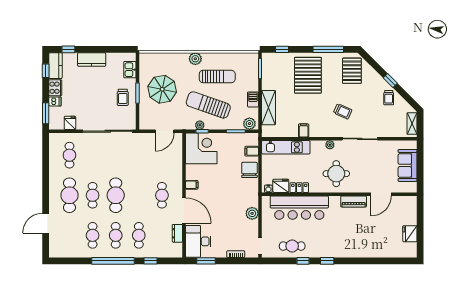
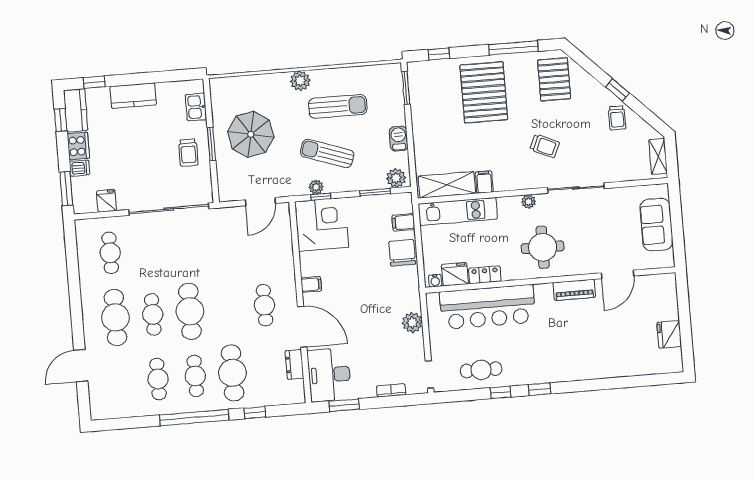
sun lounger: (208, 105) -> (327, 153), width x0.73, depth x0.75
shelving: (269, 108) -> (447, 185), moved, turned 90
cafe table: (139, 235) -> (233, 373), width x1.37, depth x1.35

